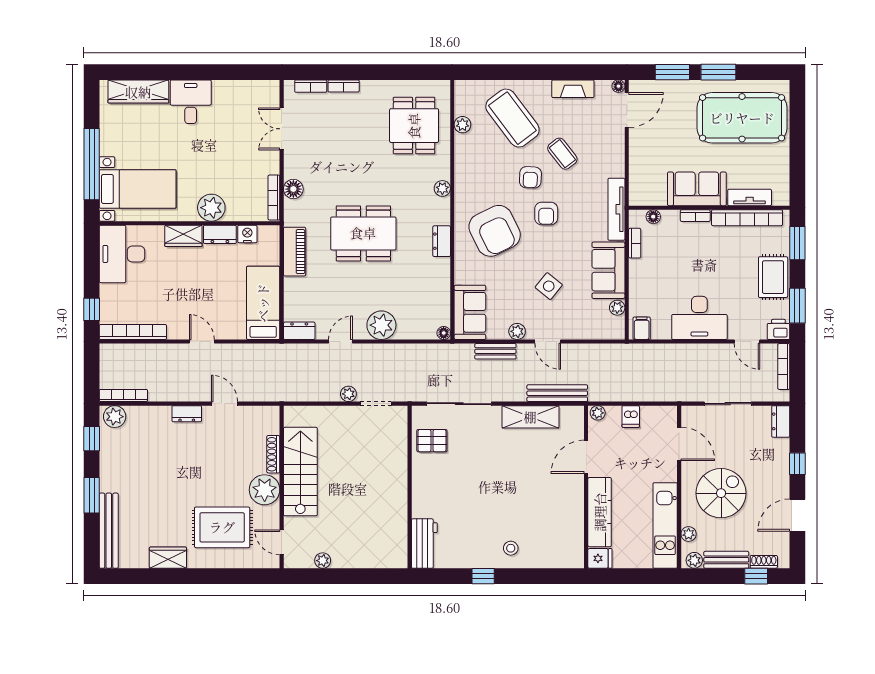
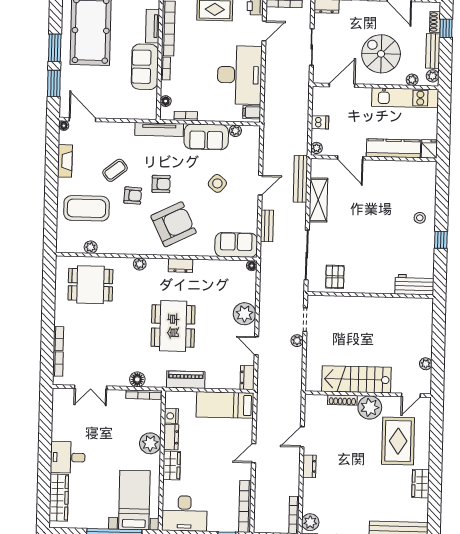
coffee table: (512, 118) -> (86, 208), turned 37
desk: (699, 318) -> (240, 75), width x1.36, depth x1.30
plant: (517, 331) -> (252, 209), removed

